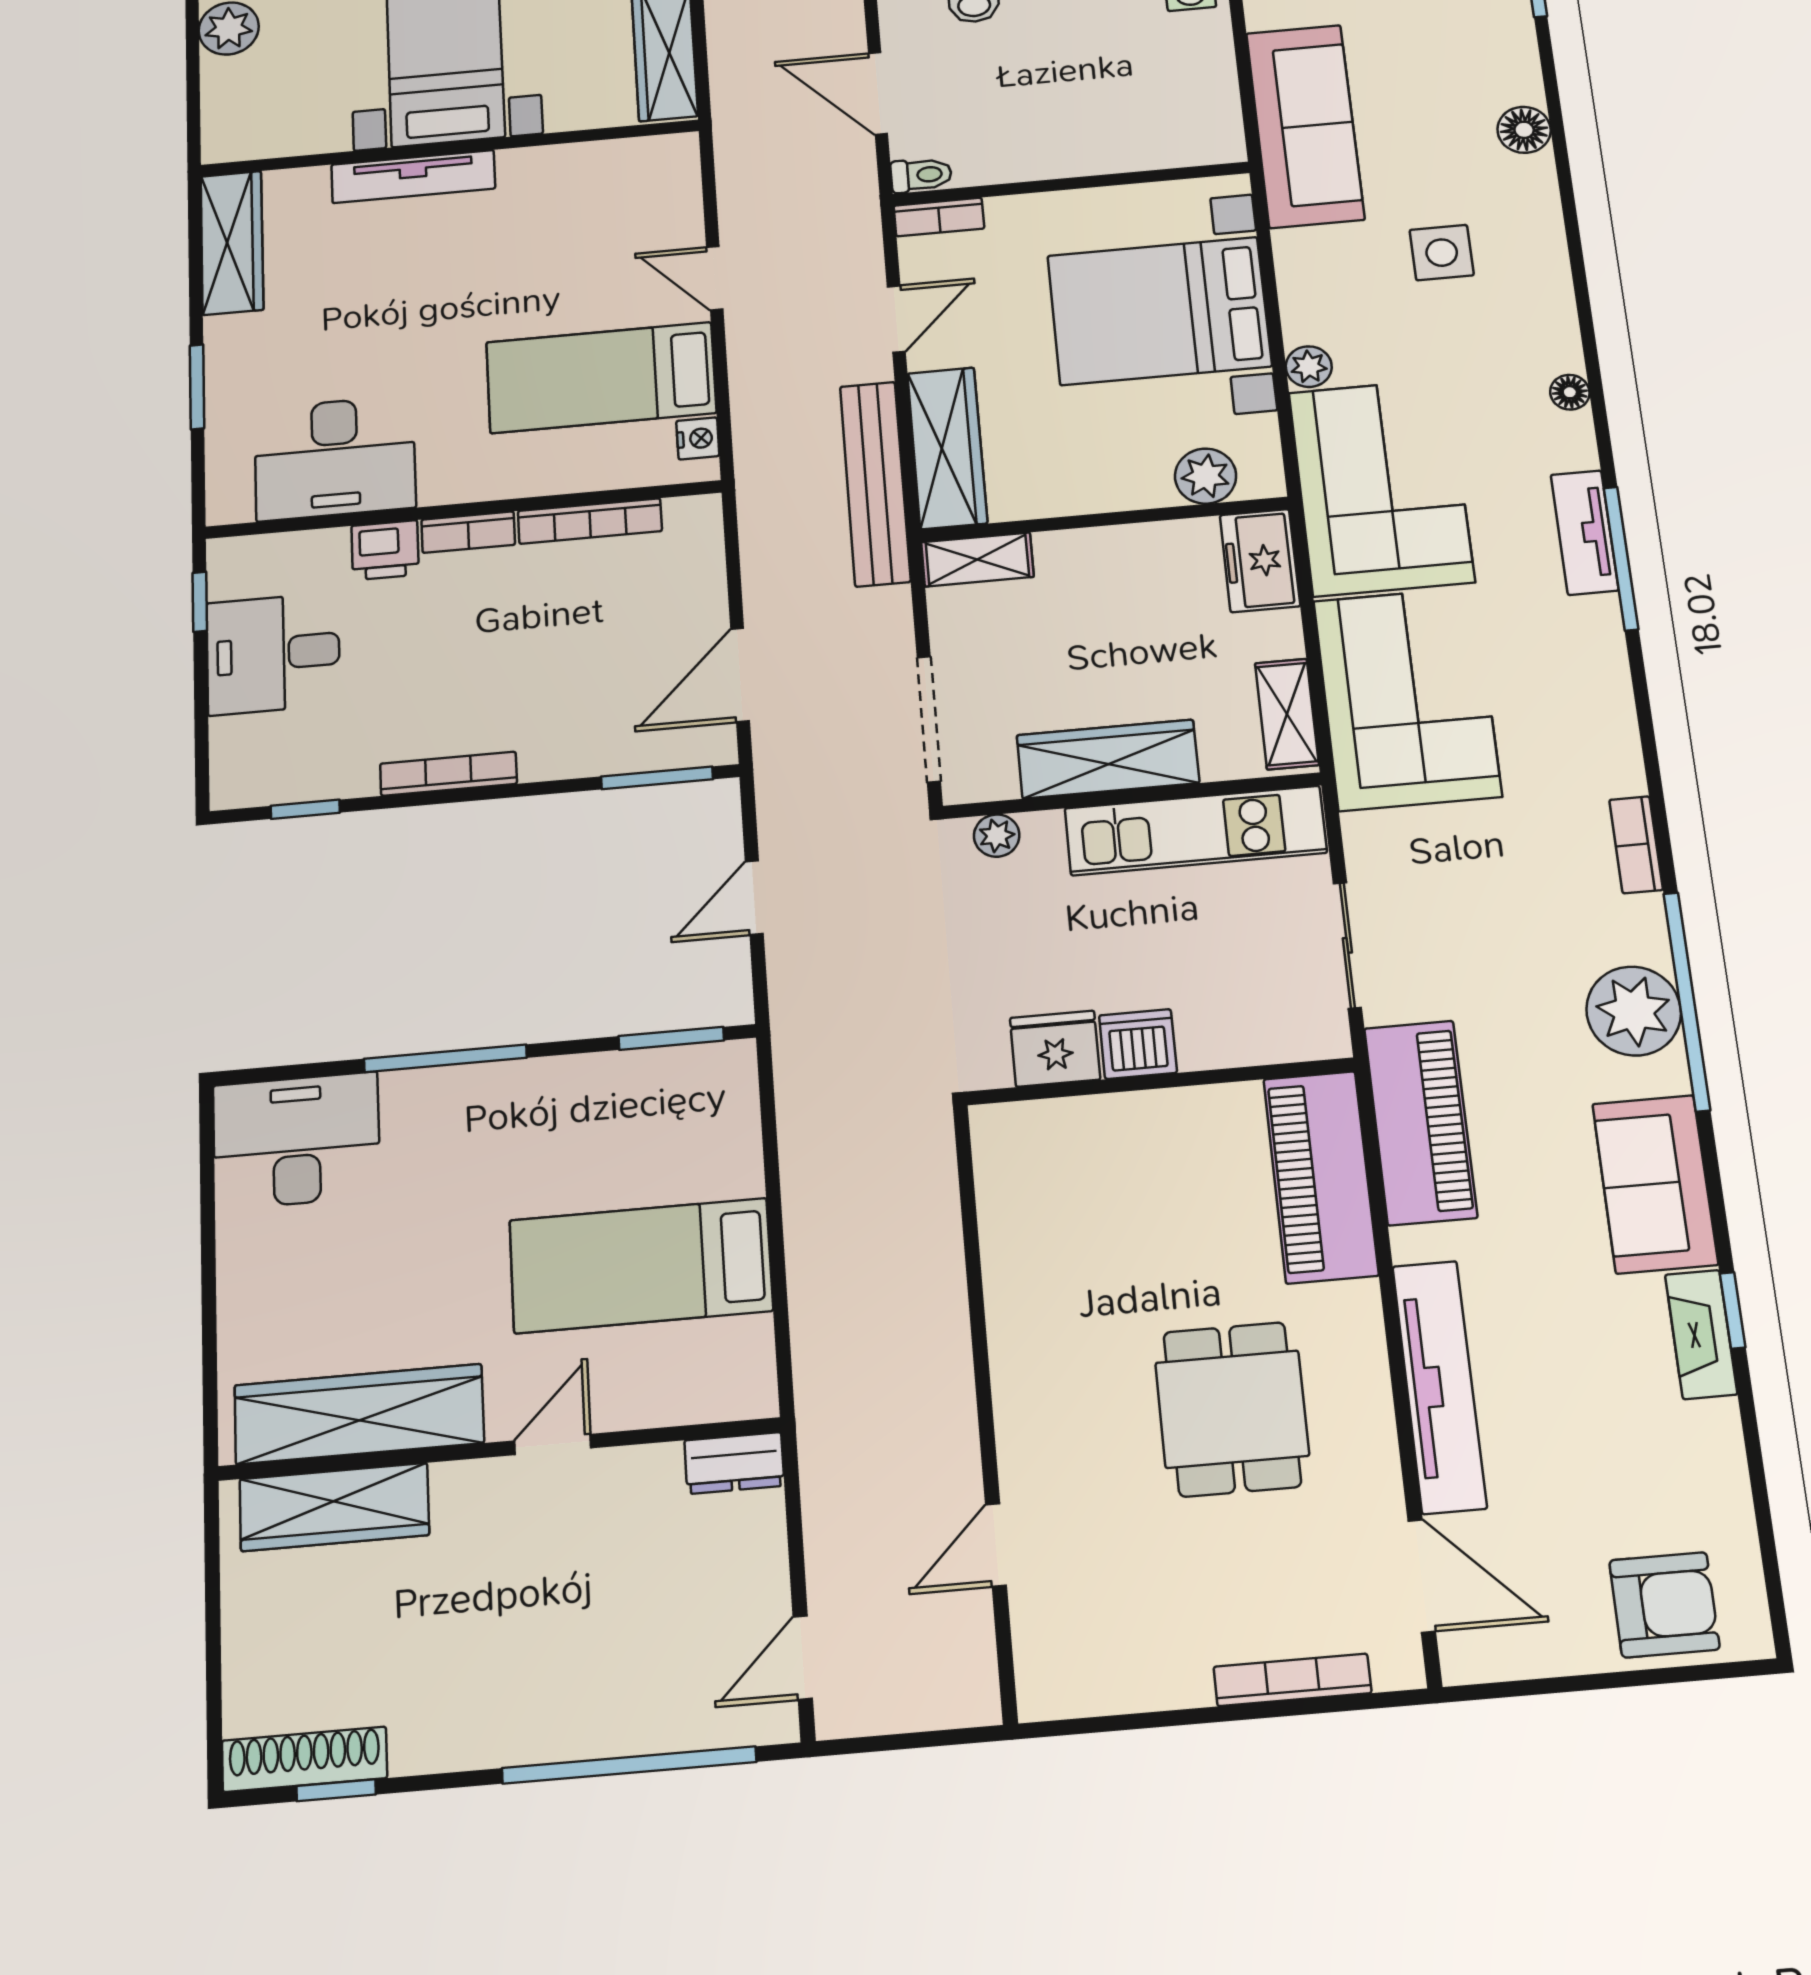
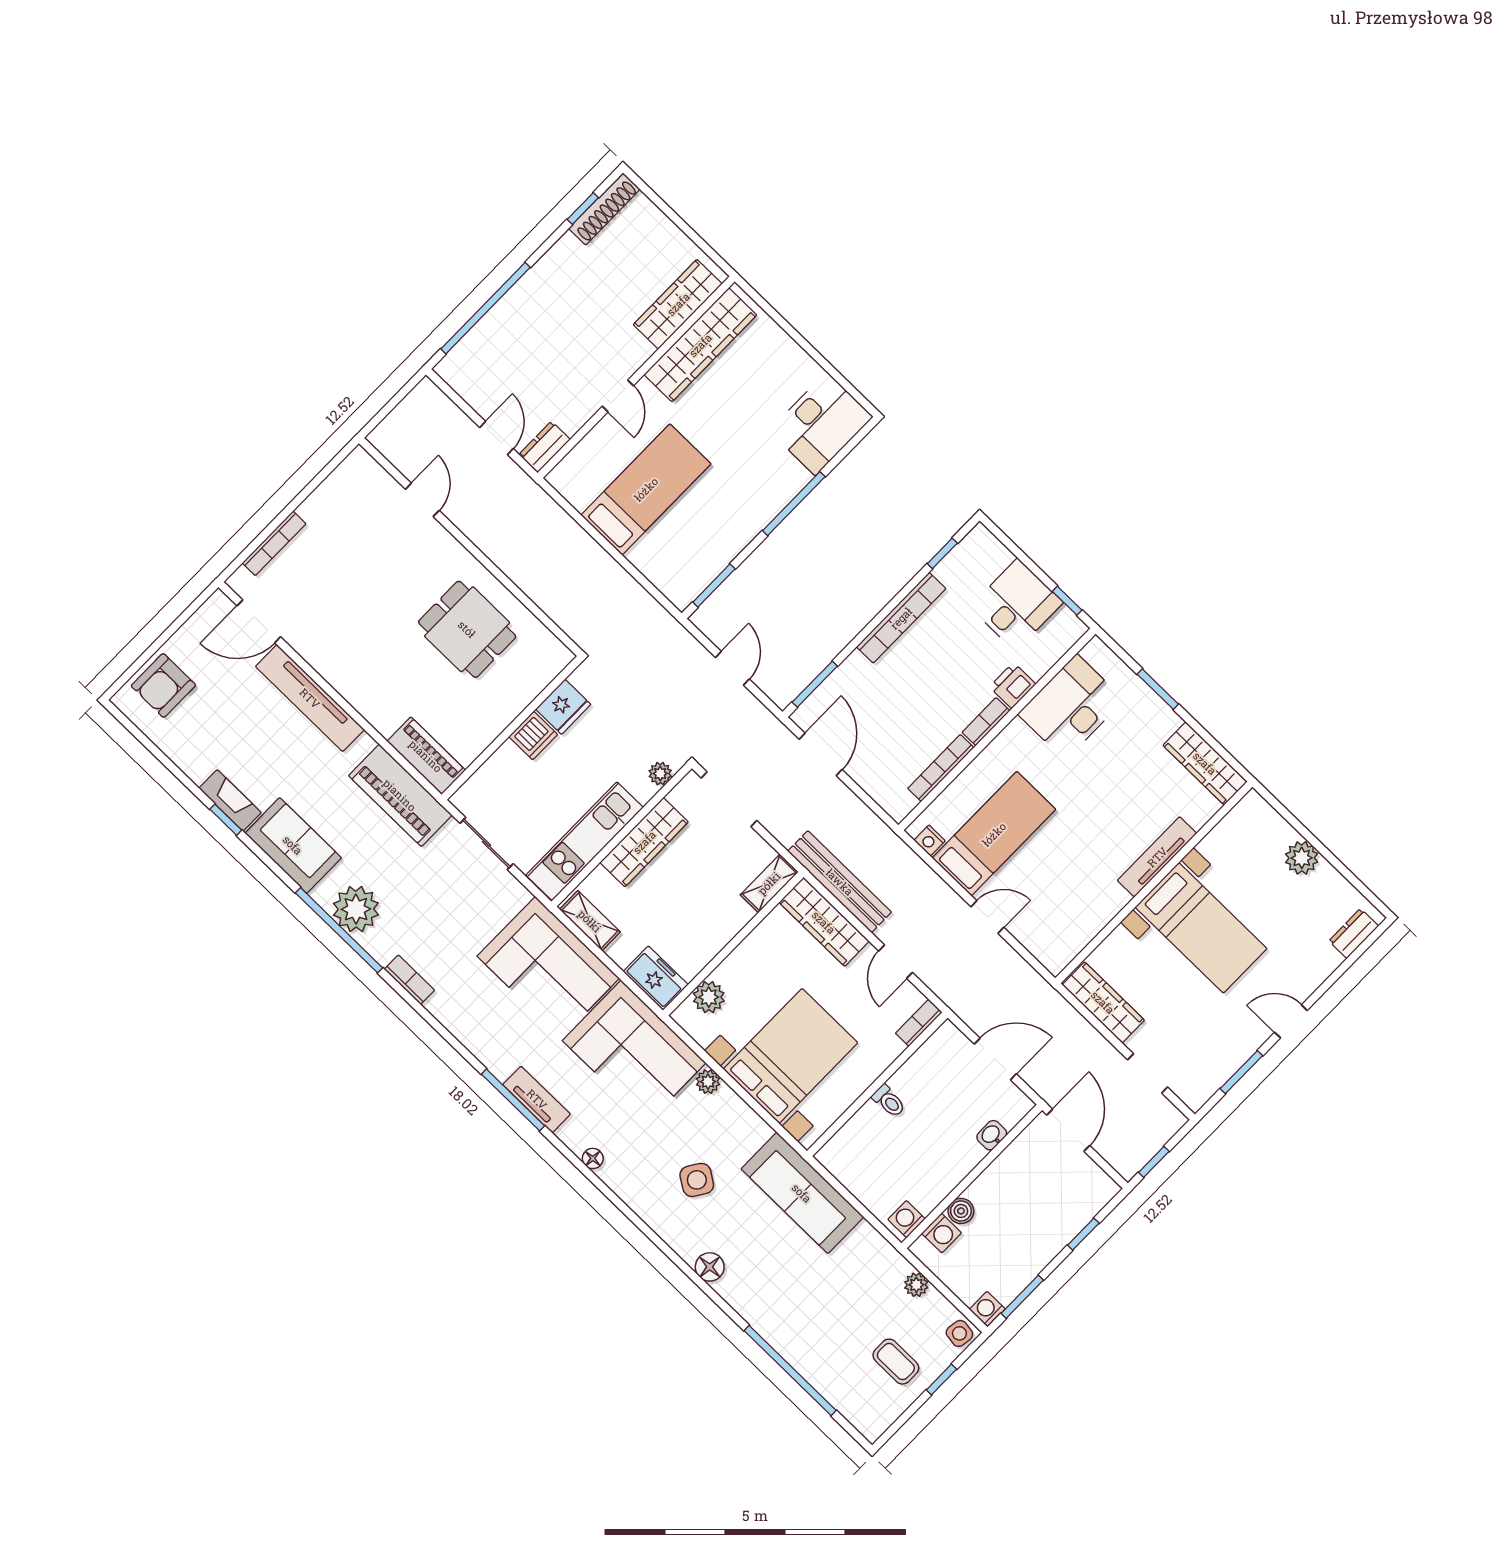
toilet: (921, 175) -> (889, 1101), moved, turned -90
side table: (1442, 253) -> (697, 1180), turned 33
bookcase: (448, 774) -> (901, 618), width x1.48, depth x1.31
piano: (1321, 1177) -> (426, 756), width x0.73, depth x0.75
dining table: (1232, 1409) -> (467, 629), moved
door: (803, 1658) -> (496, 438), moved

